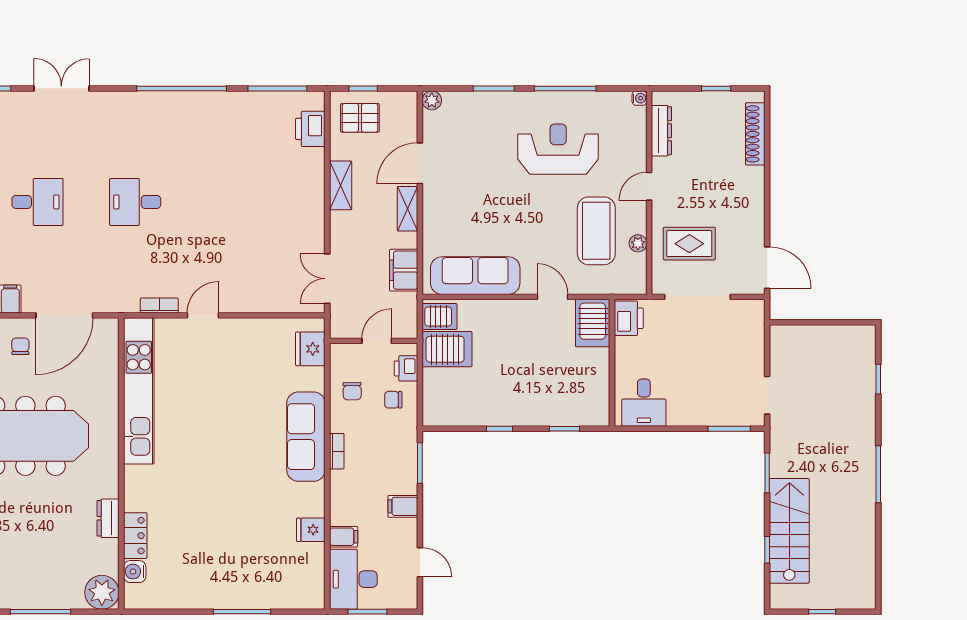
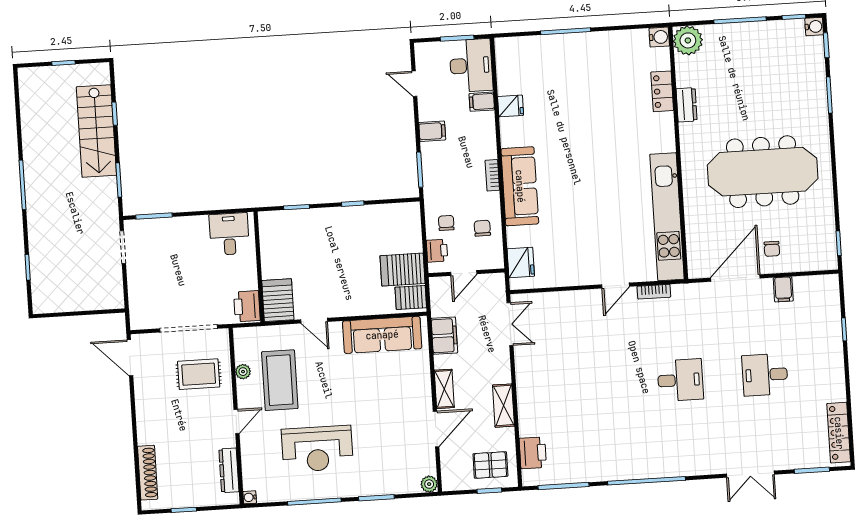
chair: (393, 400) -> (446, 223), turned -90
water cooler: (135, 572) -> (659, 37), moved

